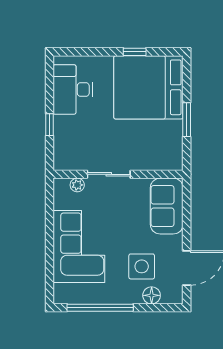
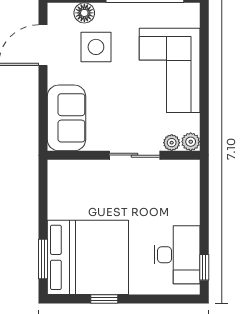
window: (187, 120) -> (43, 259), moved
window: (49, 125) -> (204, 267), moved
plant: (61, 186) -> (191, 142), added

